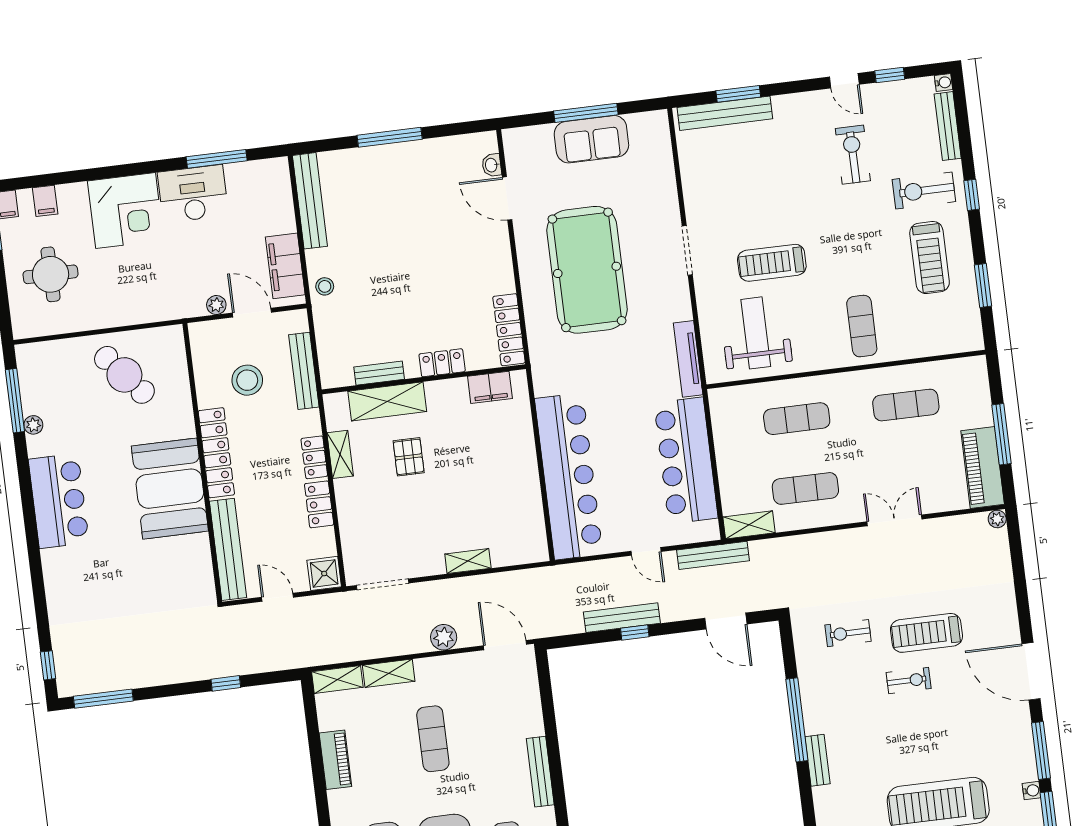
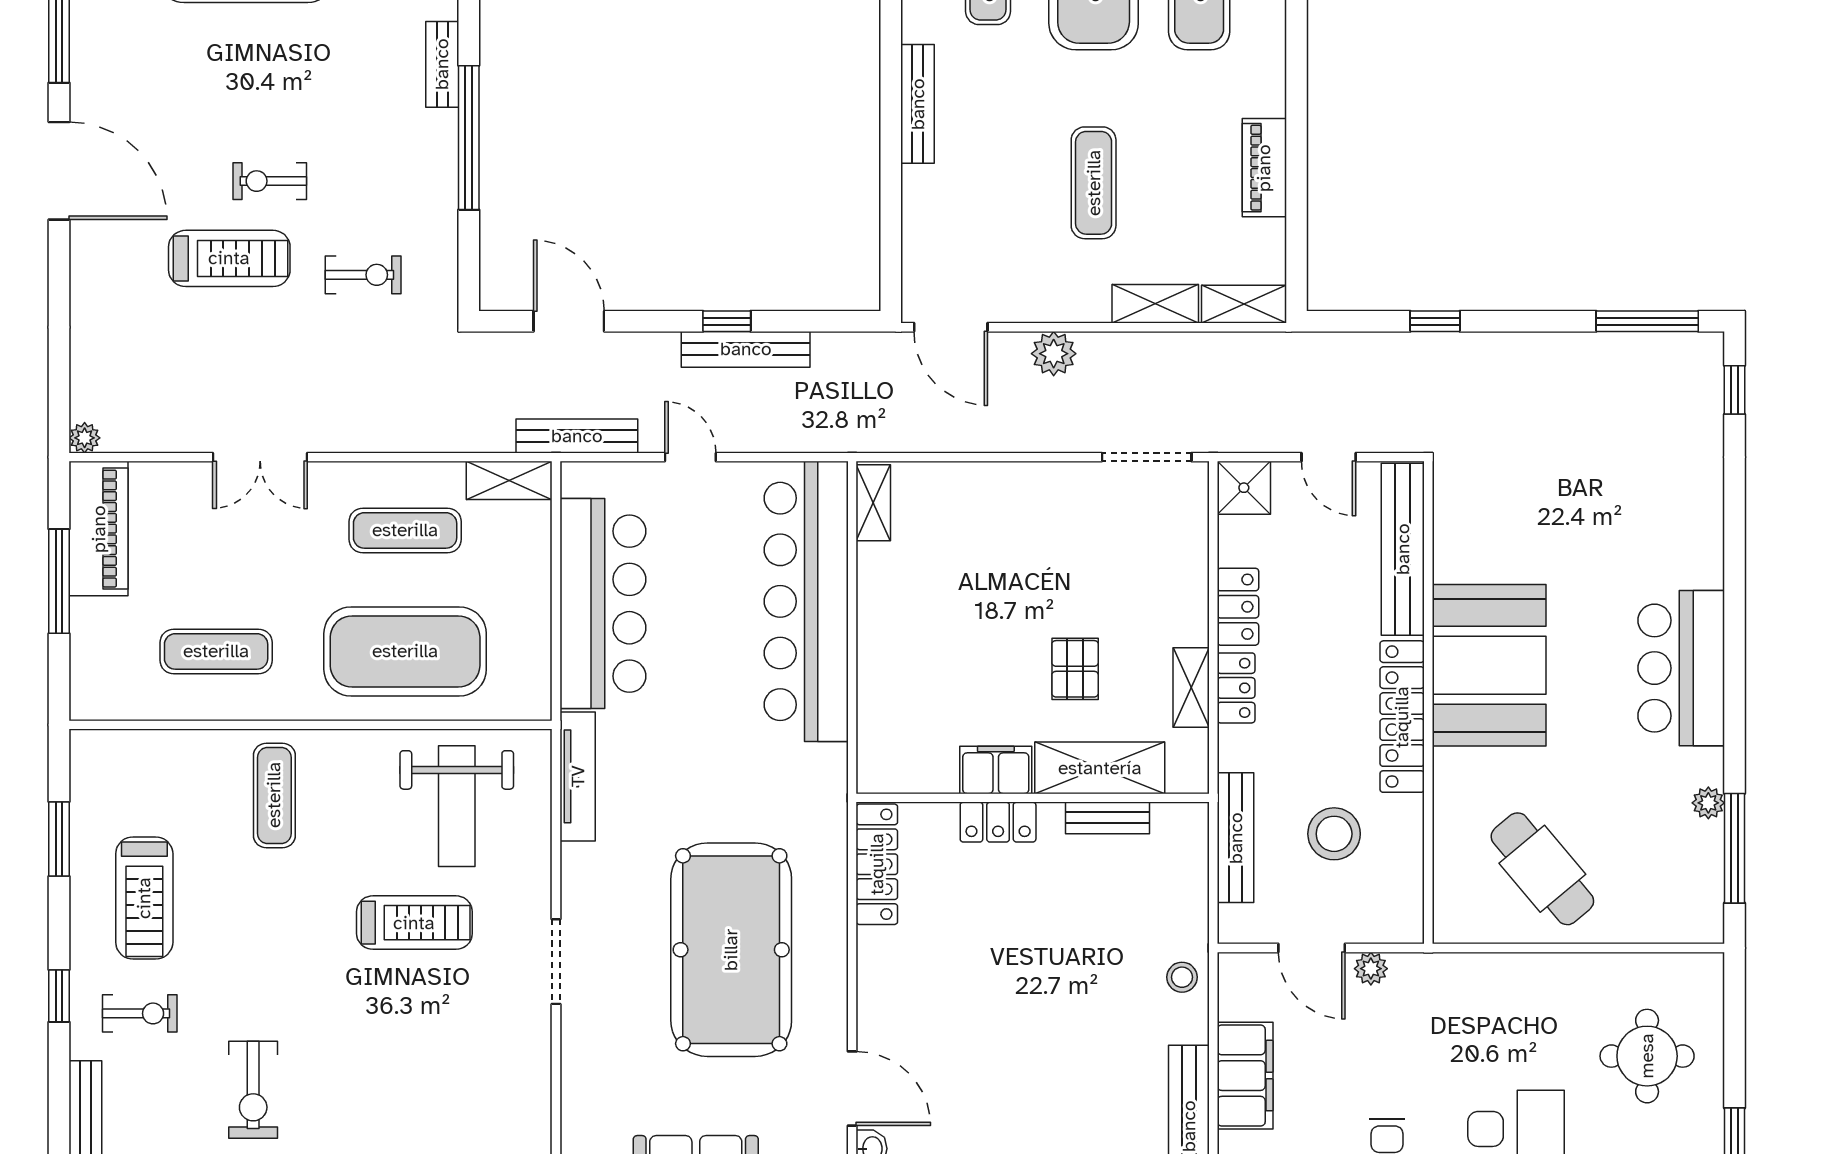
exercise bike: (924, 191) -> (140, 1013), width x0.73, depth x0.72
treadmill: (930, 258) -> (144, 898), turned 180
filing cabinet: (285, 266) -> (1245, 1076), moved
filing cabinet: (490, 387) -> (996, 770), moved
exercise mat: (797, 419) -> (405, 651), width x2.00, depth x1.45
shelving: (468, 561) -> (873, 503), moved, turned 90

